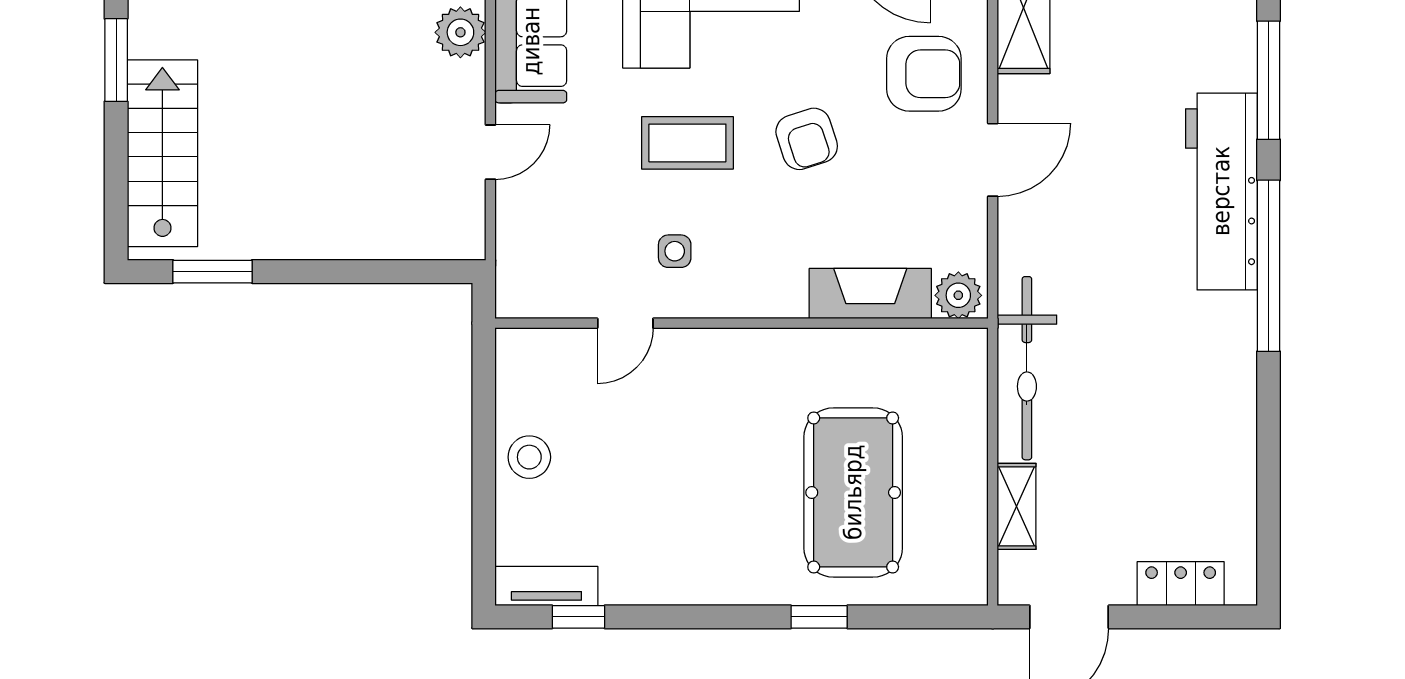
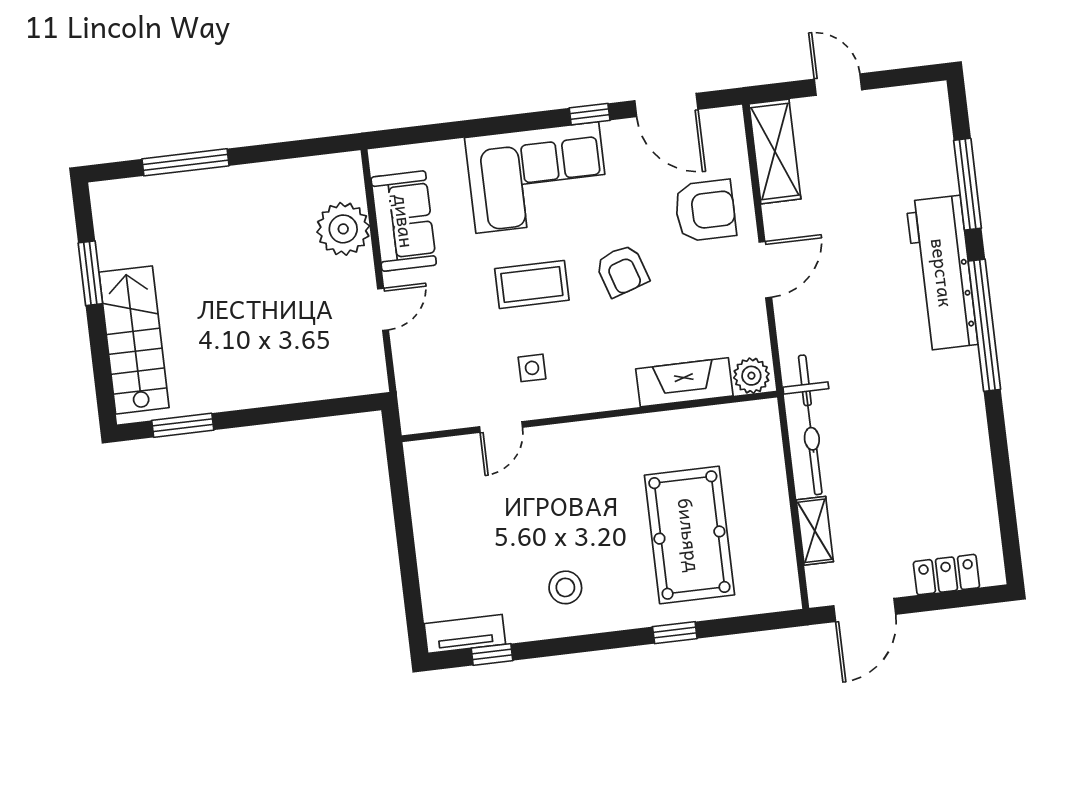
plant: (460, 32) -> (343, 229), width x1.36, depth x1.36
stool: (529, 457) -> (565, 587), moved

